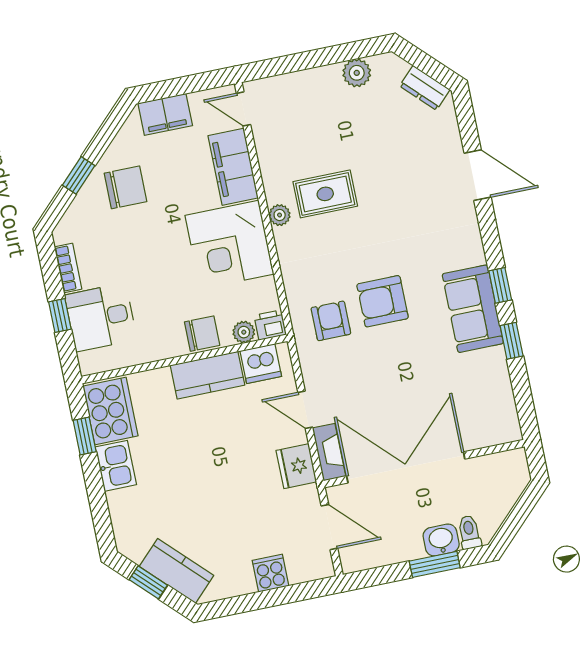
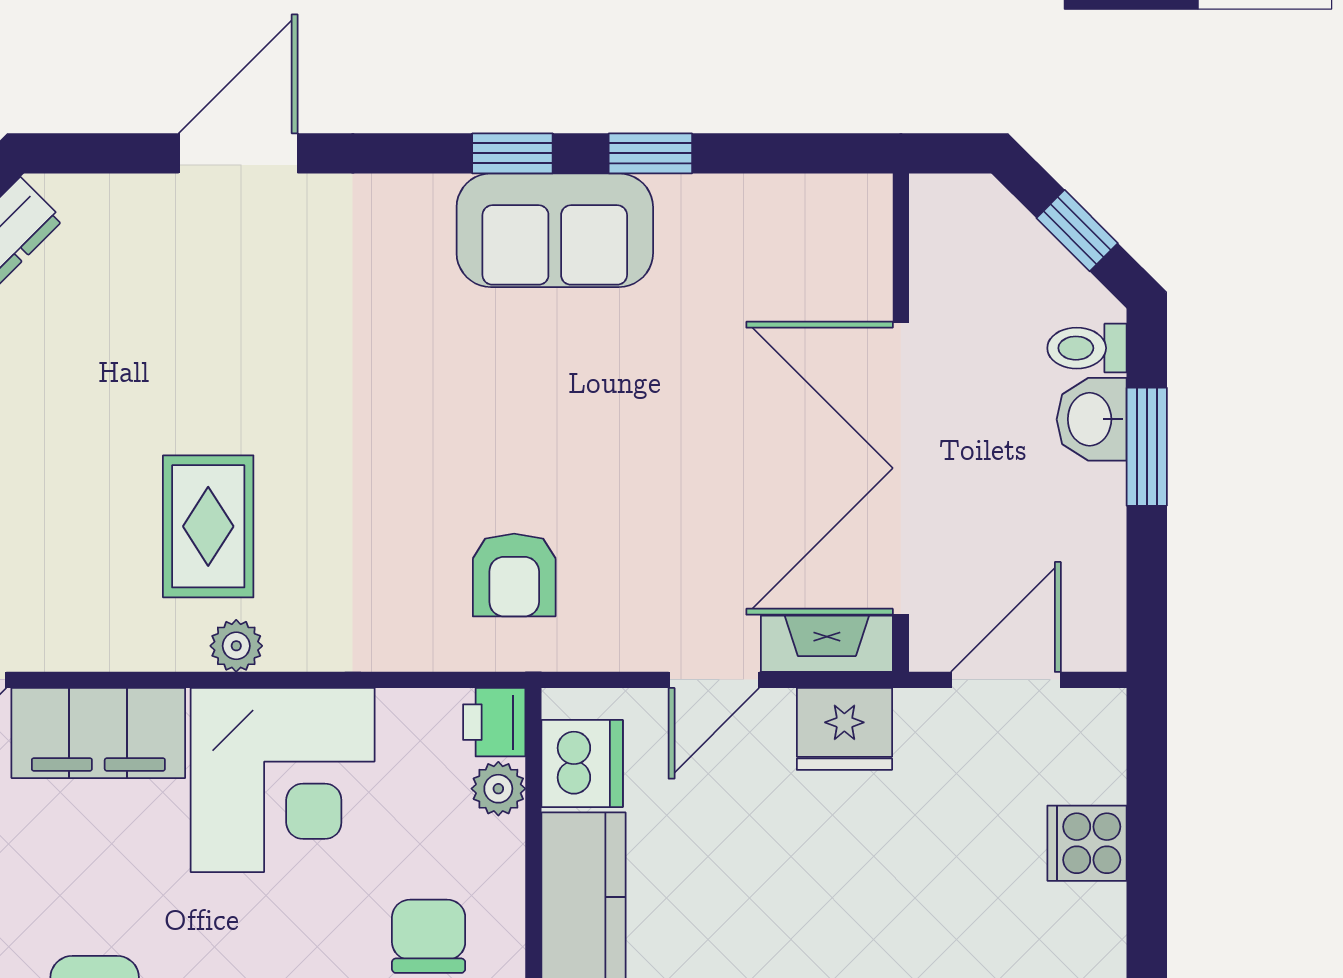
armchair: (383, 301) -> (493, 442), removed
armchair: (331, 321) -> (514, 575), turned -90
chair: (202, 334) -> (429, 936), moved
window: (516, 519) -> (1077, 231), added

